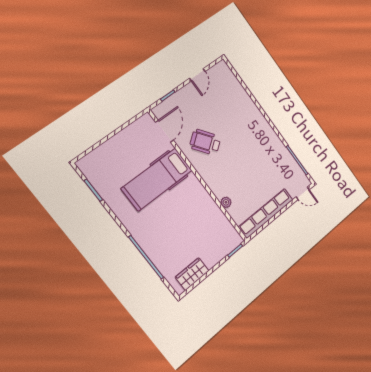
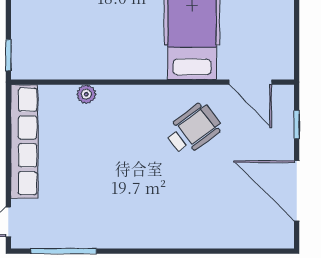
door: (197, 75) -> (297, 191), width x1.87

